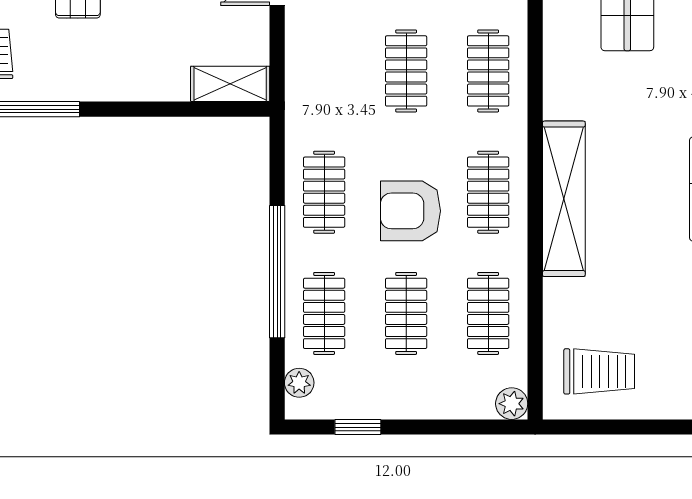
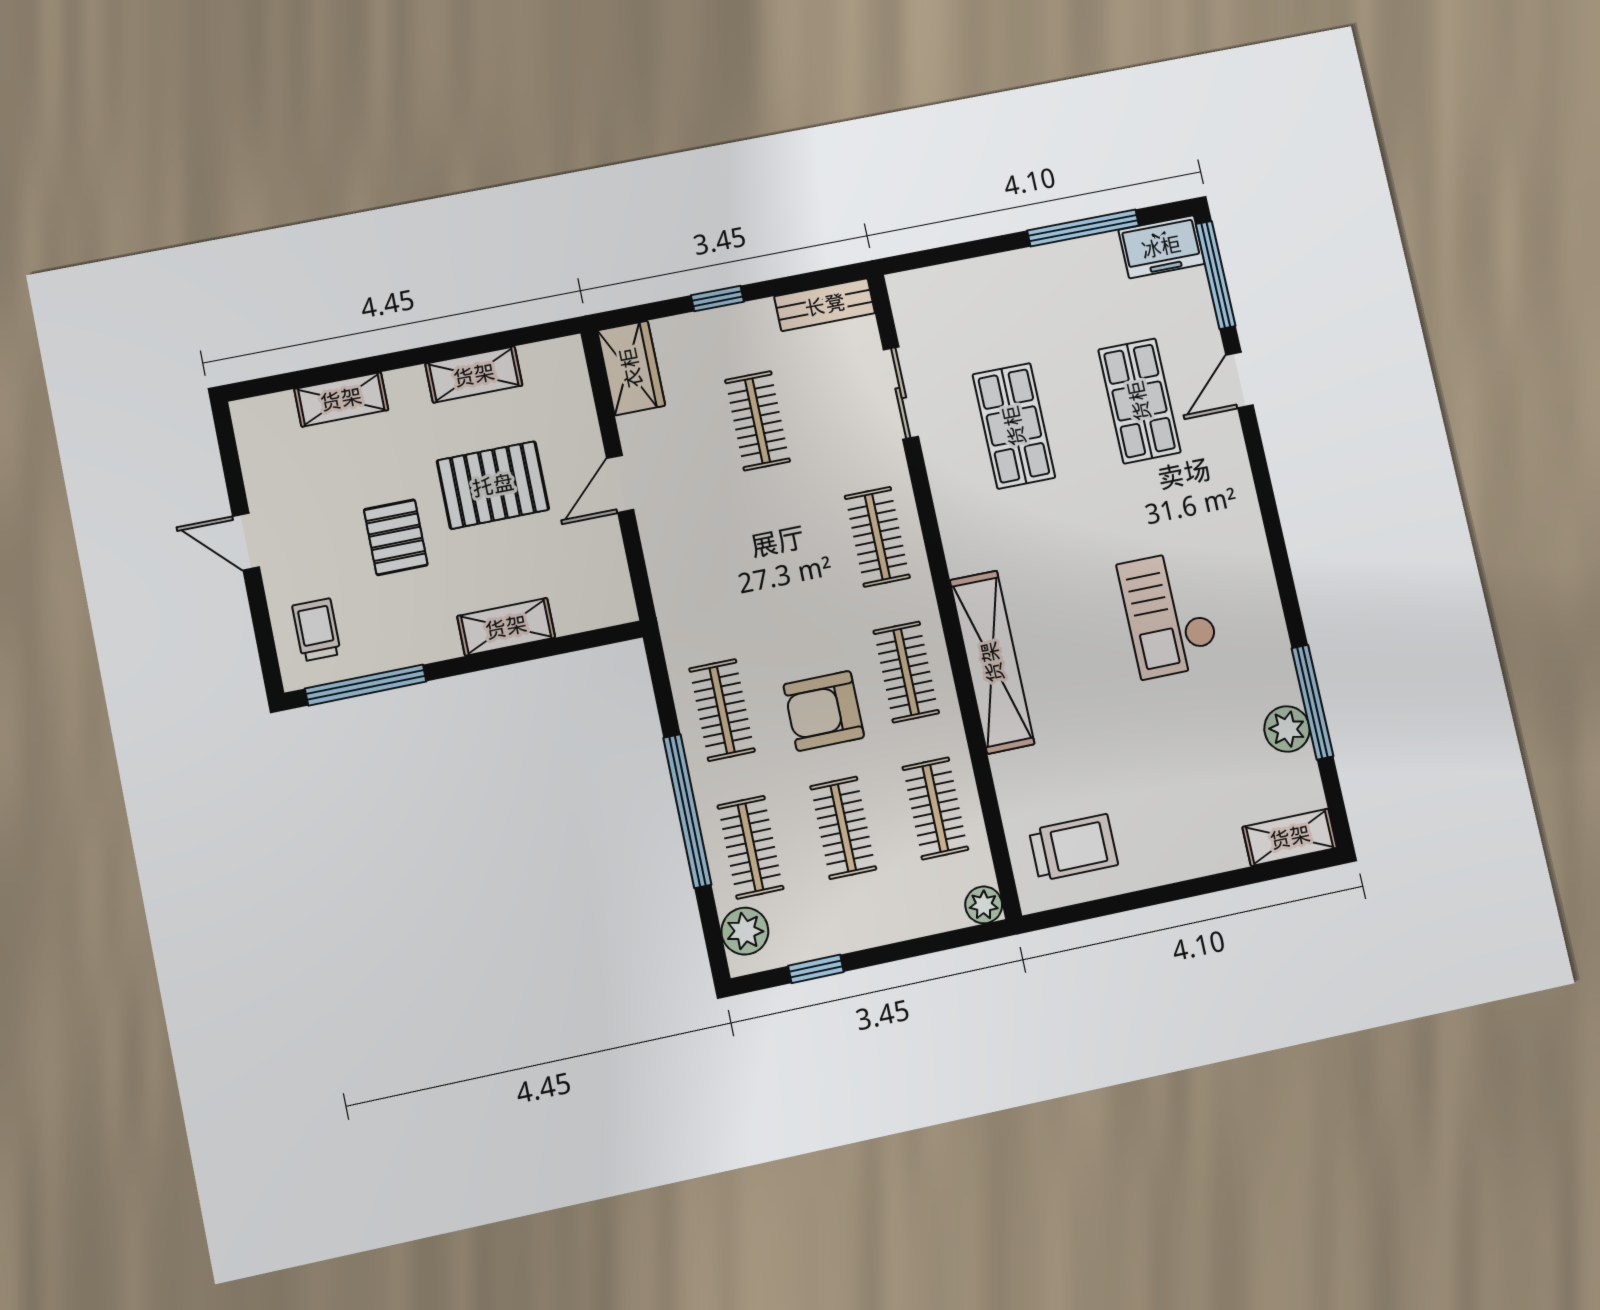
clothes rail: (406, 71) -> (786, 555), removed
shelving: (230, 84) -> (506, 627), moved
plant: (299, 383) -> (745, 931), width x1.38, depth x1.38

